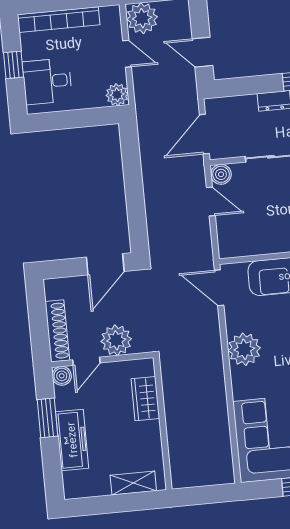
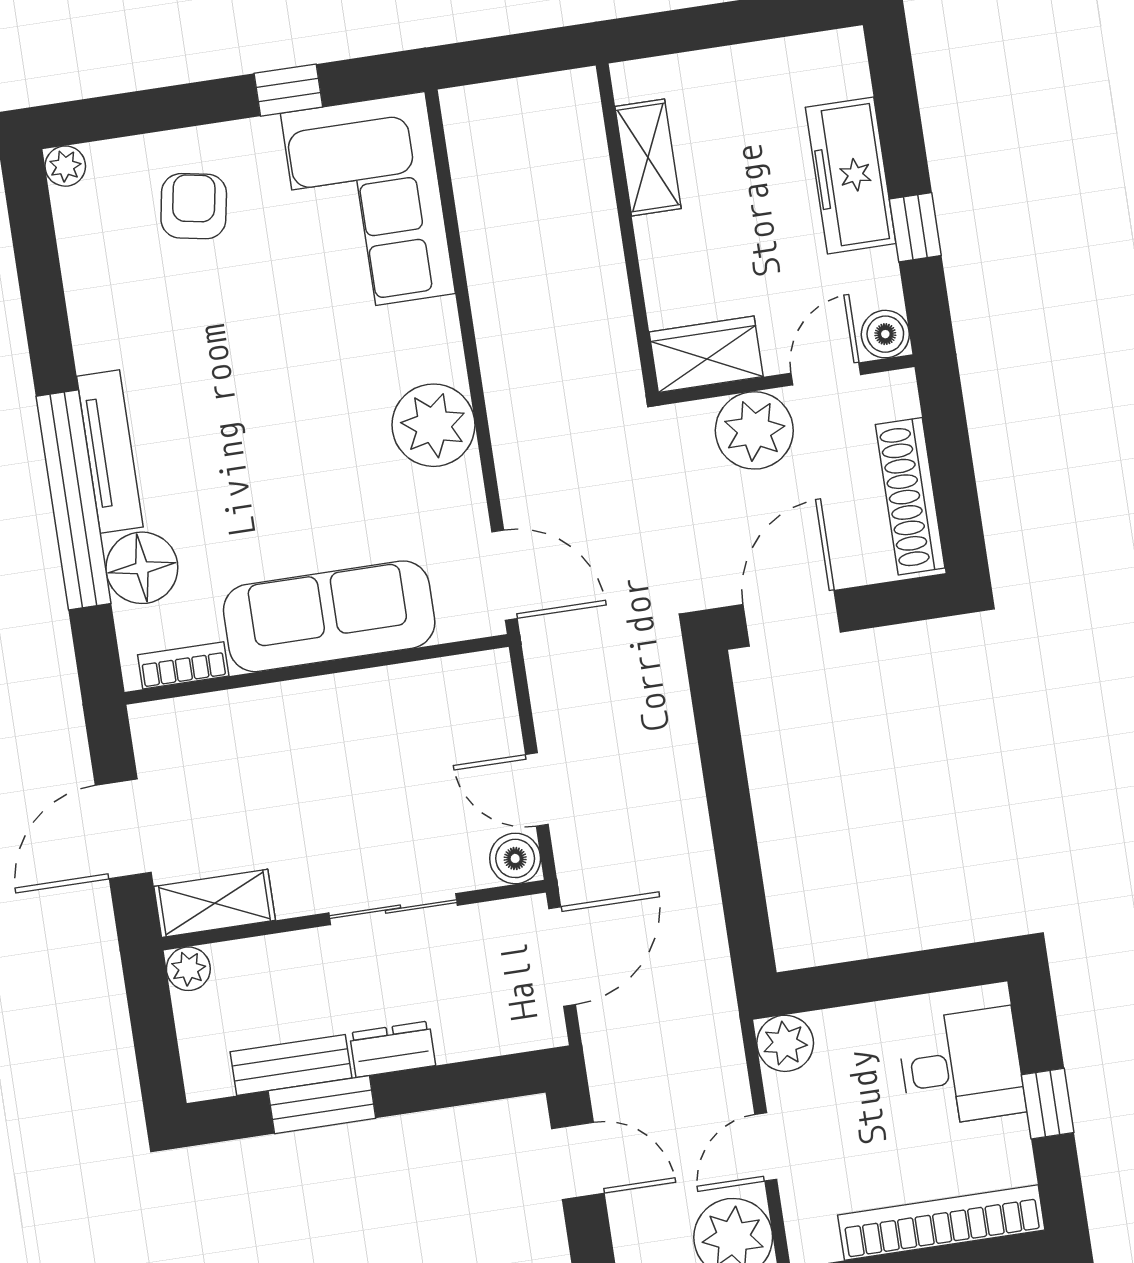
door: (127, 54) -> (766, 1147), hinge flipped
shoe rack: (57, 331) -> (910, 496), moved
wardrobe: (145, 399) -> (706, 354), moved, turned -90
window: (47, 418) -> (915, 227), width x0.67
shelving: (133, 483) -> (648, 157), moved, turned 90

